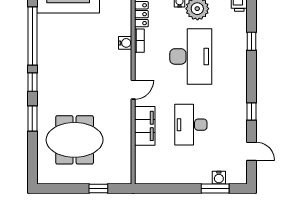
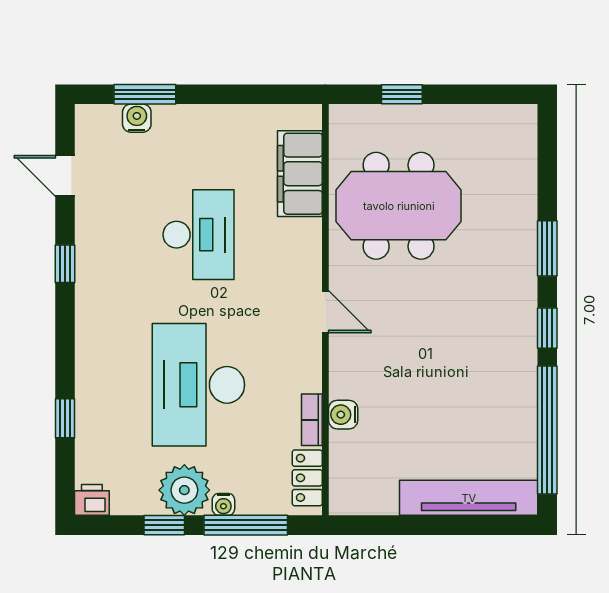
door: (133, 90) -> (325, 312), swing flipped
filing cabinet: (145, 126) -> (300, 174), moved
meeting table: (75, 140) -> (399, 206), moved

